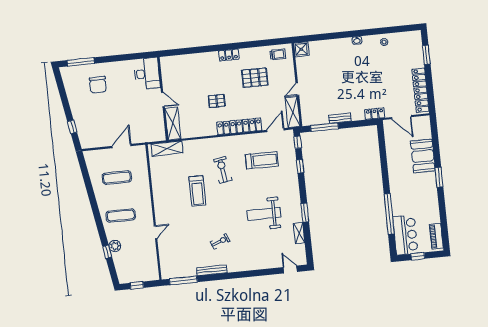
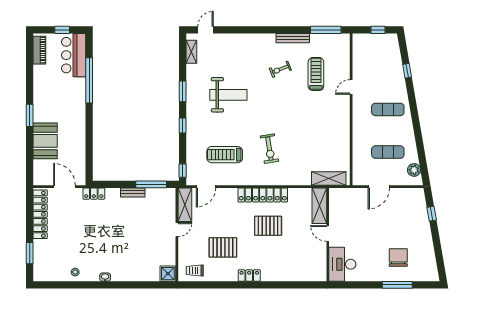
window: (81, 62) -> (397, 285), moved
pallet: (217, 101) -> (268, 226), width x1.50, depth x1.42
locker: (239, 126) -> (263, 195), moved
window: (300, 166) -> (183, 125), moved
treadmill: (197, 191) -> (316, 74), moved
shelving: (299, 233) -> (191, 52), moved
plant: (115, 246) -> (414, 170), moved
door: (290, 269) -> (206, 30), swing flipped

